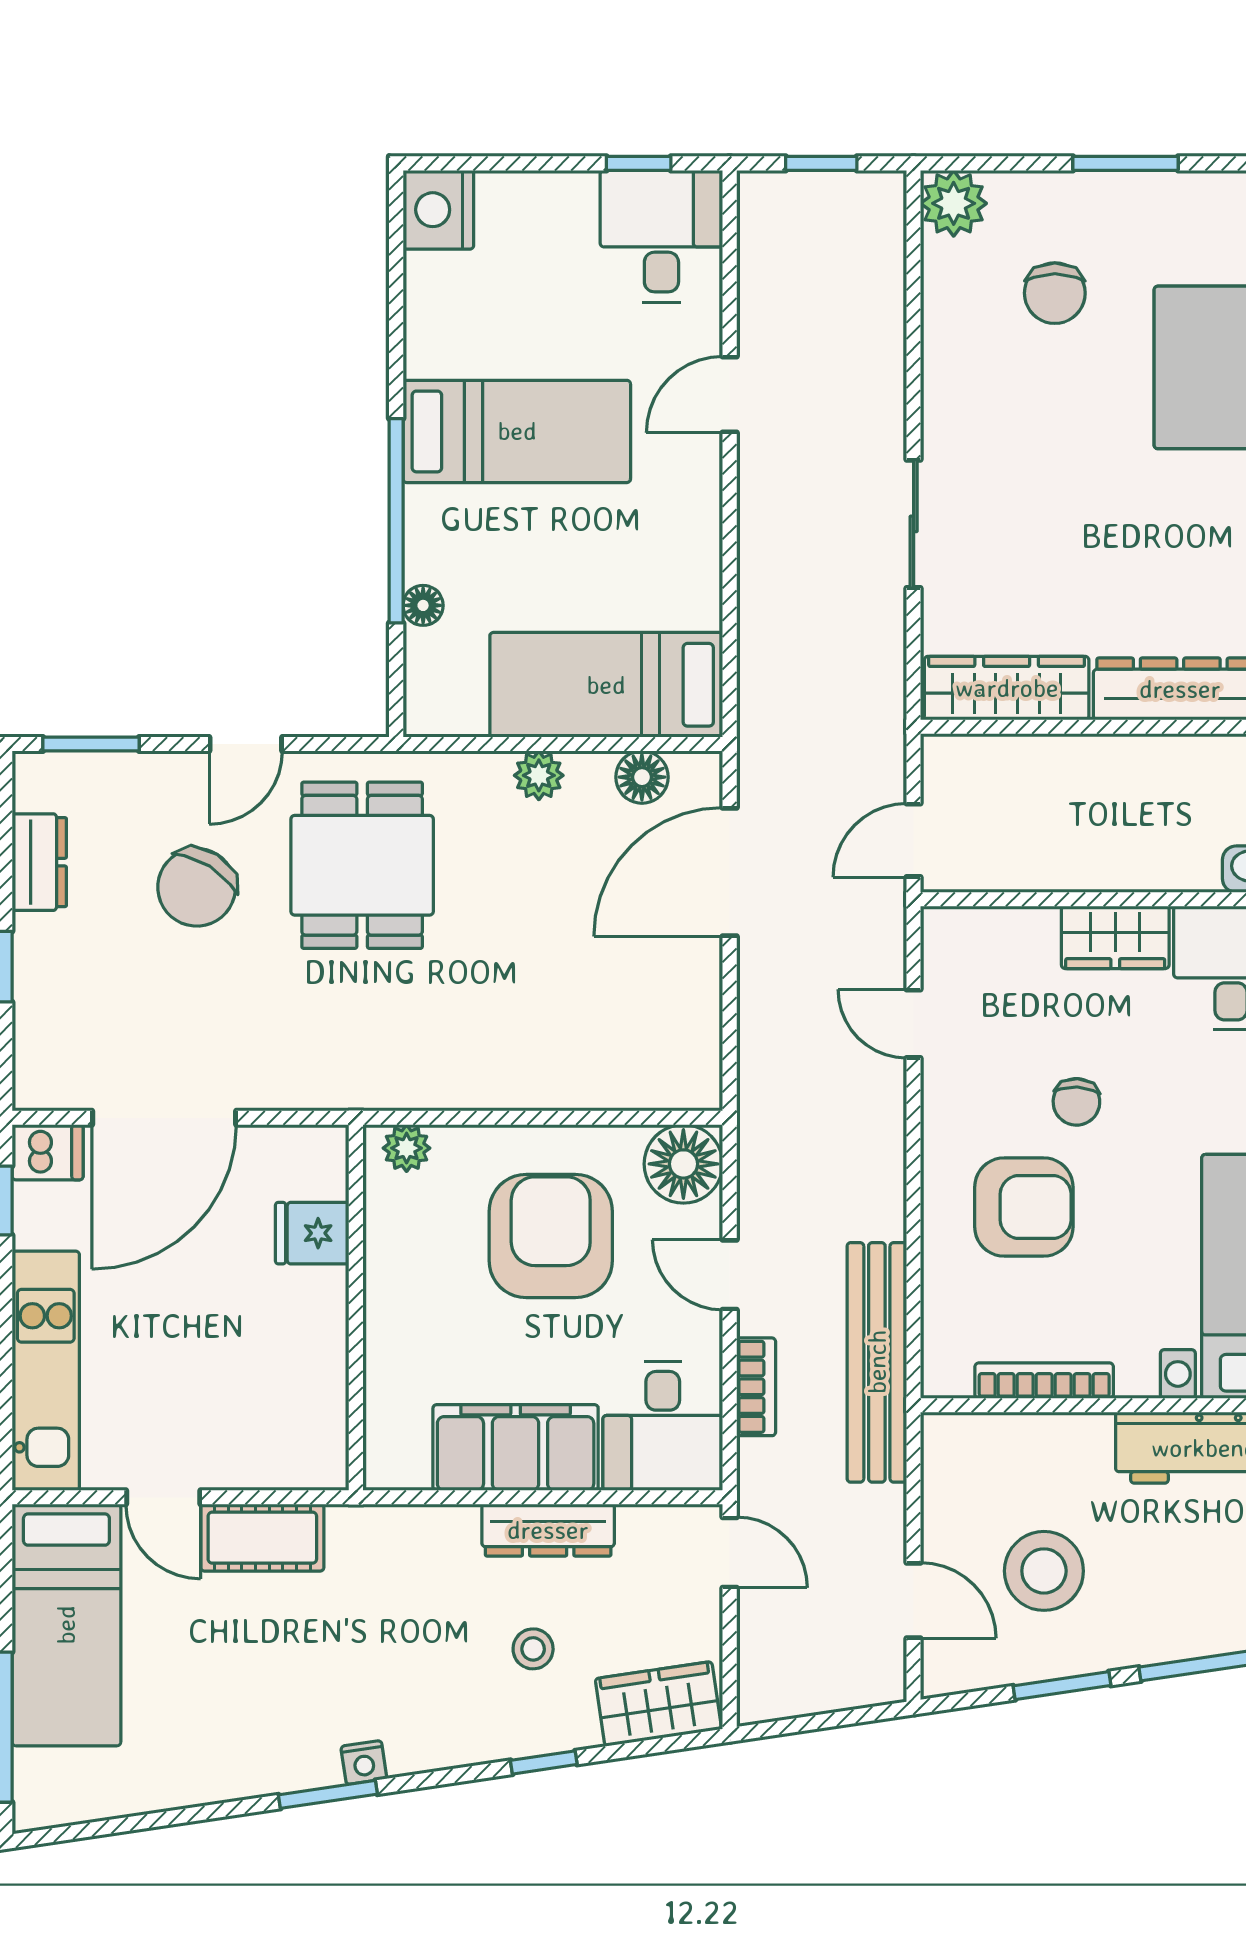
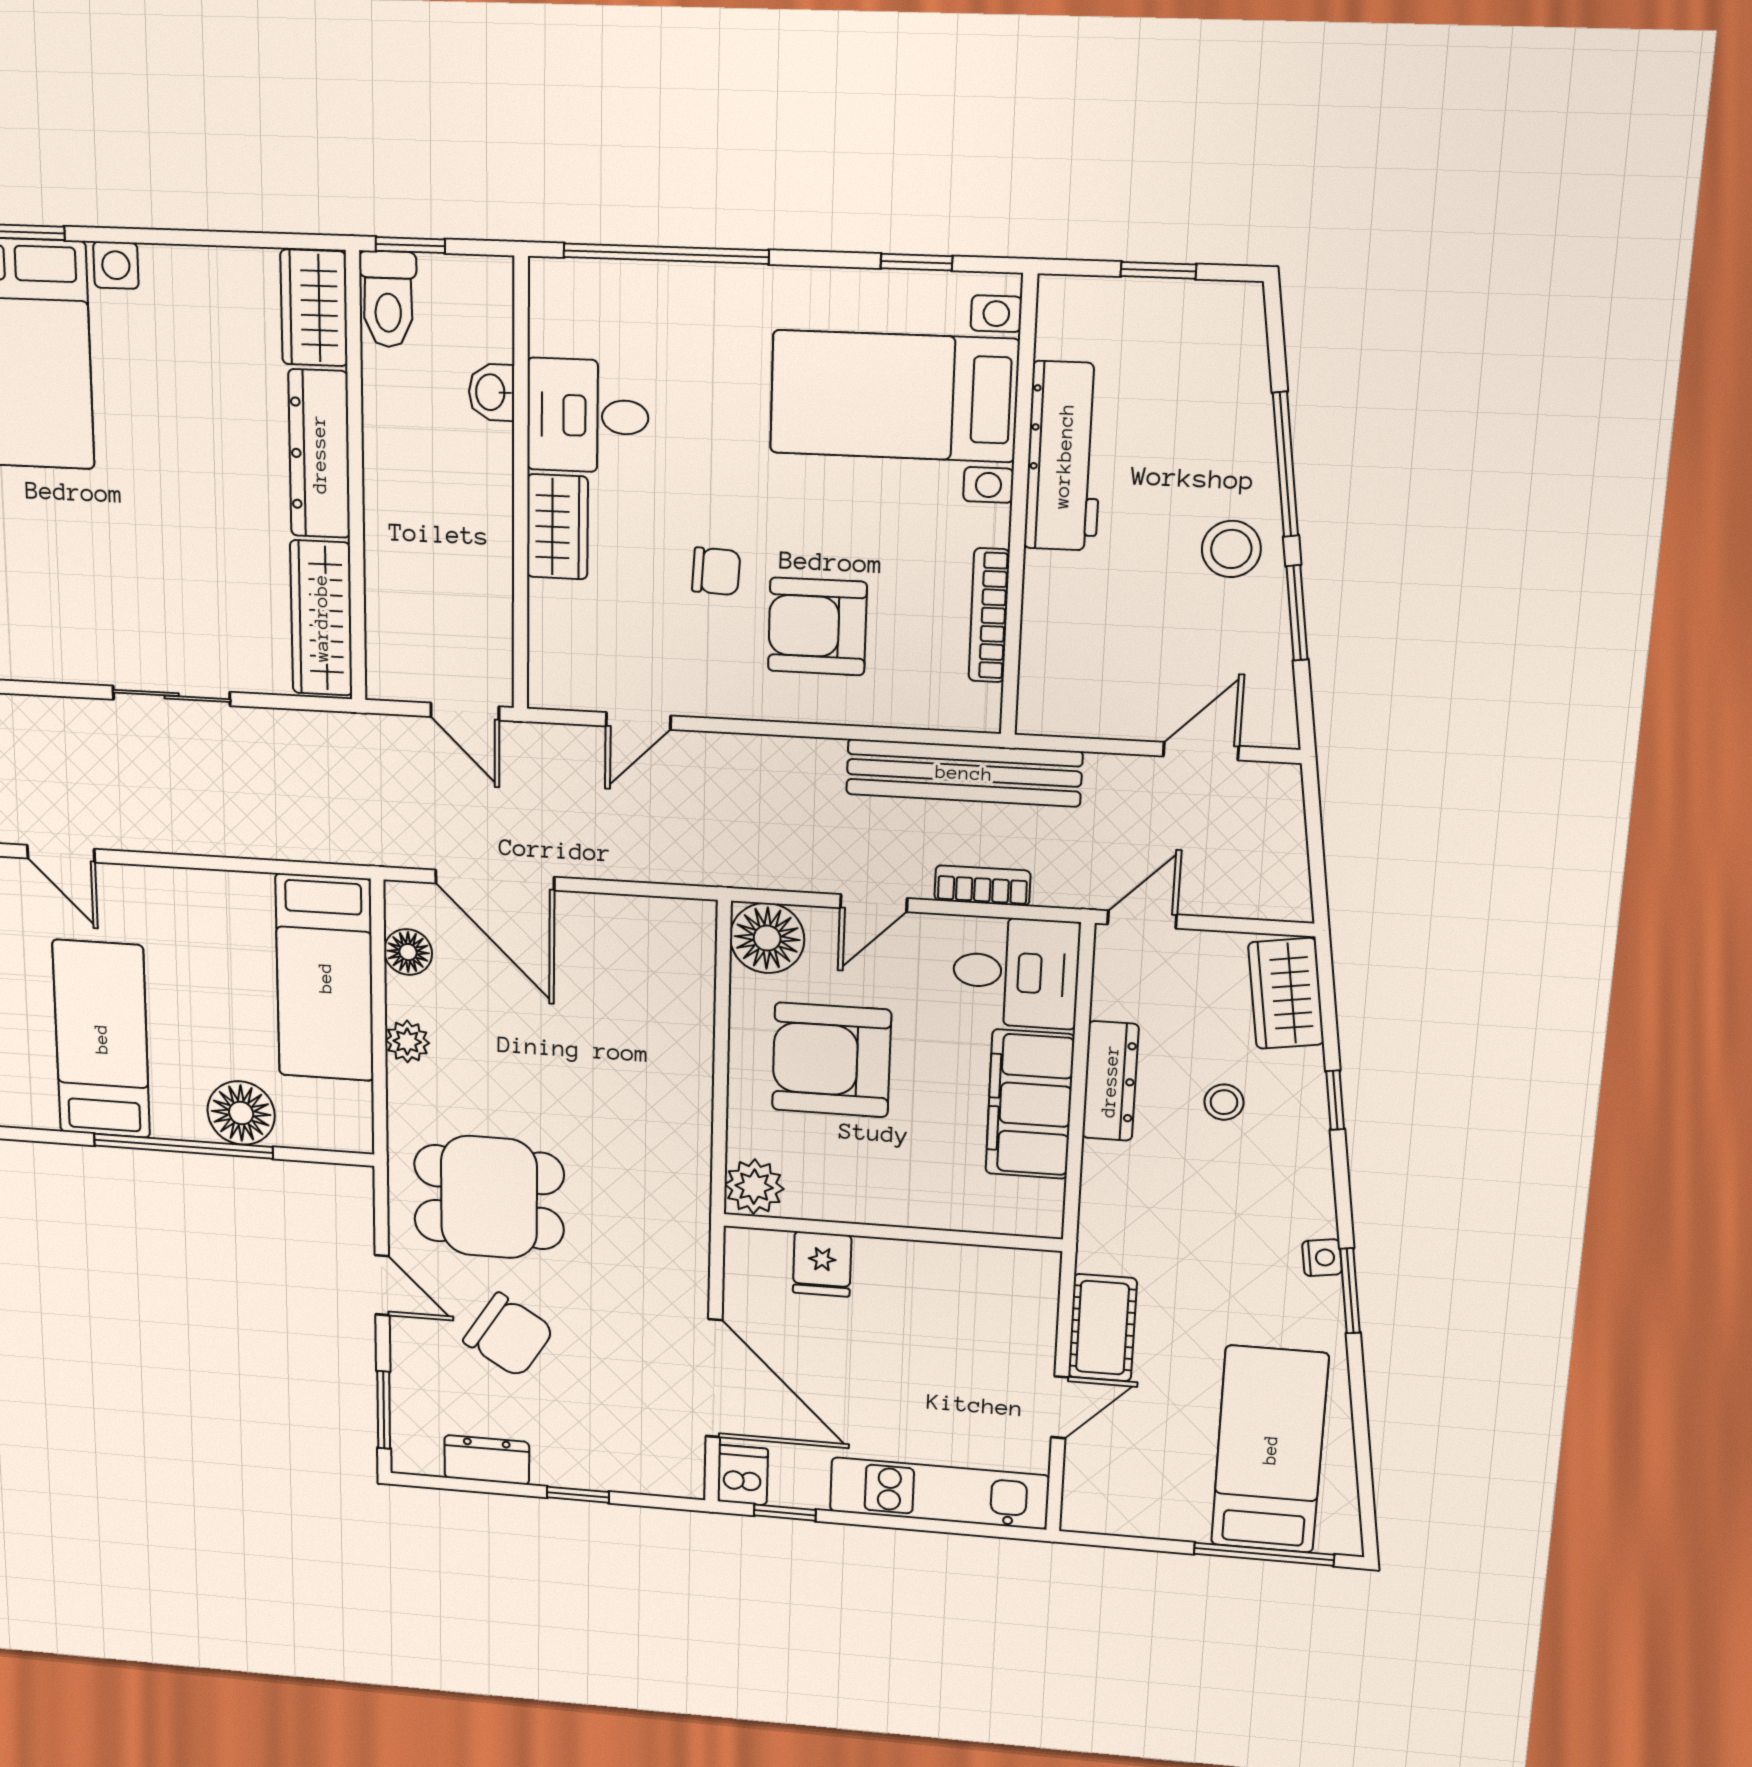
floor lamp: (423, 605) -> (241, 1113), width x1.89, depth x1.89
plant: (407, 1148) -> (754, 1187), width x1.38, depth x1.38
armchair: (1024, 1207) -> (817, 626), turned -90
stool: (1044, 1571) -> (1231, 549), moved, width x0.73, depth x0.73
bed: (66, 1625) -> (1270, 1450), moved, turned -90

